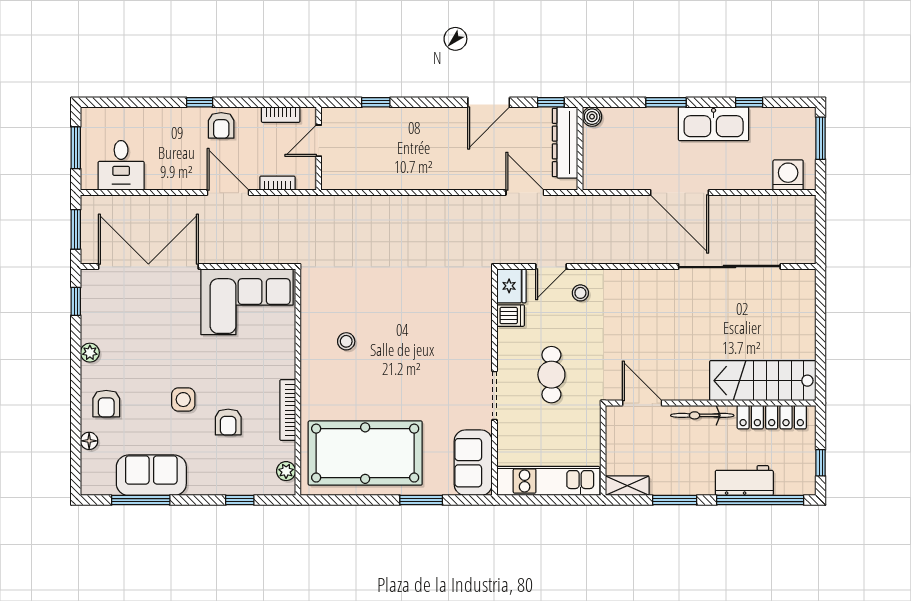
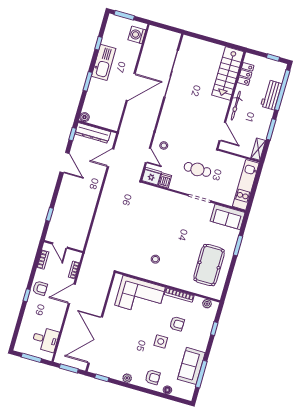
corner sofa: (247, 302) -> (140, 296), moved, turned 90
door: (642, 403) -> (222, 132), swing flipped
locker: (772, 417) -> (246, 74), width x0.66
pool table: (365, 453) -> (209, 265), width x0.73, depth x0.76

